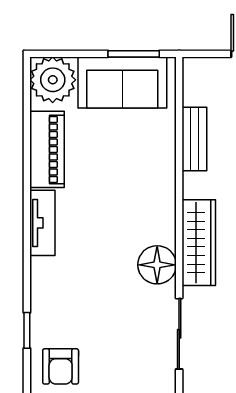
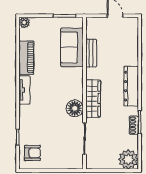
plant: (53, 80) -> (24, 22), width x0.53, depth x0.53
sofa: (122, 82) -> (72, 47), moved, turned 90
armchair: (61, 366) -> (32, 153), turned -90

